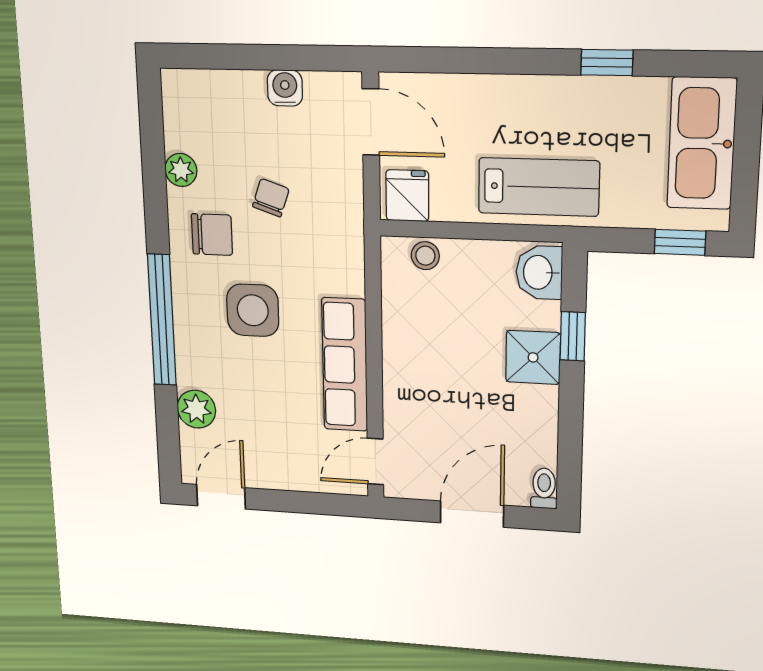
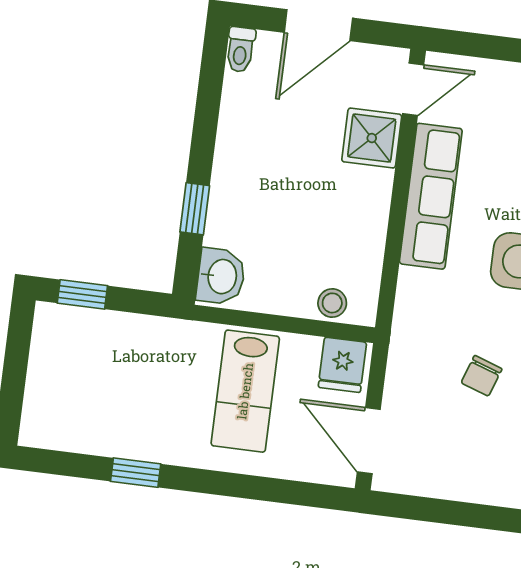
water cooler: (285, 88) -> (450, 483), removed
kitchen sink: (702, 143) -> (55, 388), removed
lab bench: (539, 187) -> (245, 391), moved, turned -90
shower: (533, 357) -> (372, 138), moved

